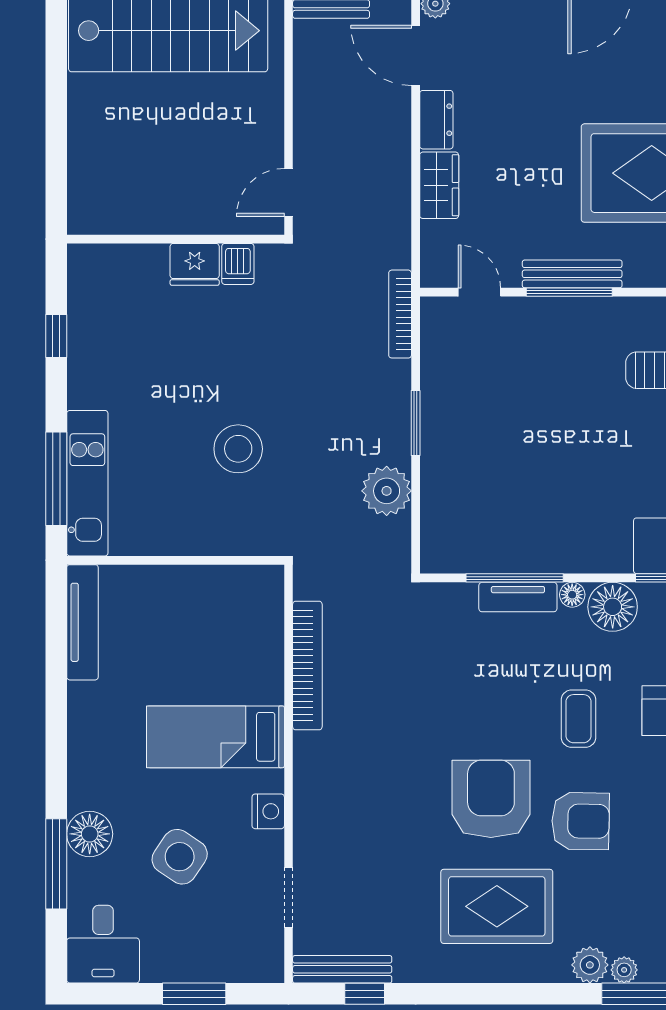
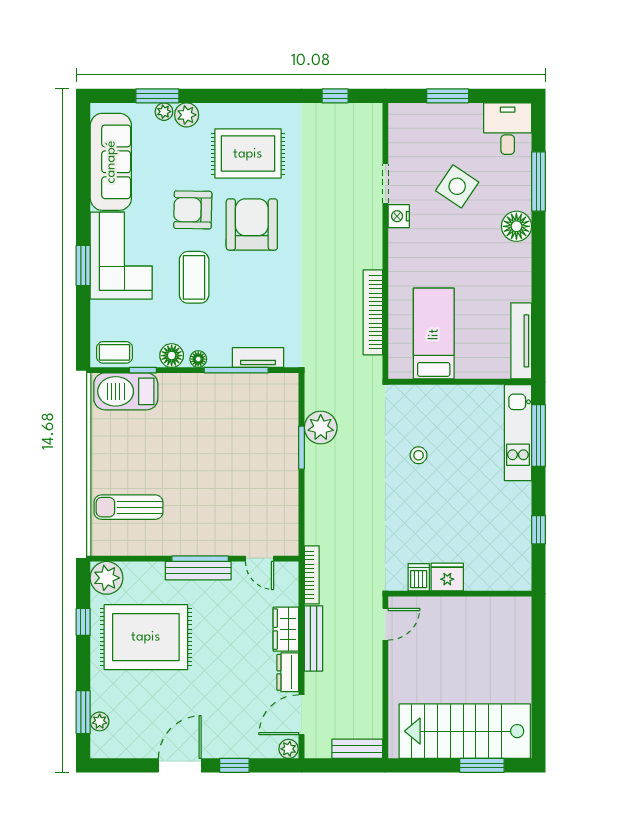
door: (416, 55) -> (302, 715), swing flipped
bookcase: (400, 314) -> (312, 575), moved
window: (416, 423) -> (302, 448), moved
stool: (238, 449) -> (419, 455), width x0.53, depth x0.53
tv unit: (518, 597) -> (258, 358), moved
floor lamp: (613, 607) -> (172, 356), width x0.73, depth x0.73
coffee table: (578, 719) -> (194, 277), width x1.36, depth x1.30
bed: (215, 737) -> (434, 334), moved, turned -90
armchair: (491, 799) -> (252, 224), turned 180
floor lamp: (90, 834) -> (516, 226), moved
doorway: (289, 897) -> (385, 183), moved
bench: (342, 969) -> (313, 638), moved, turned 90

